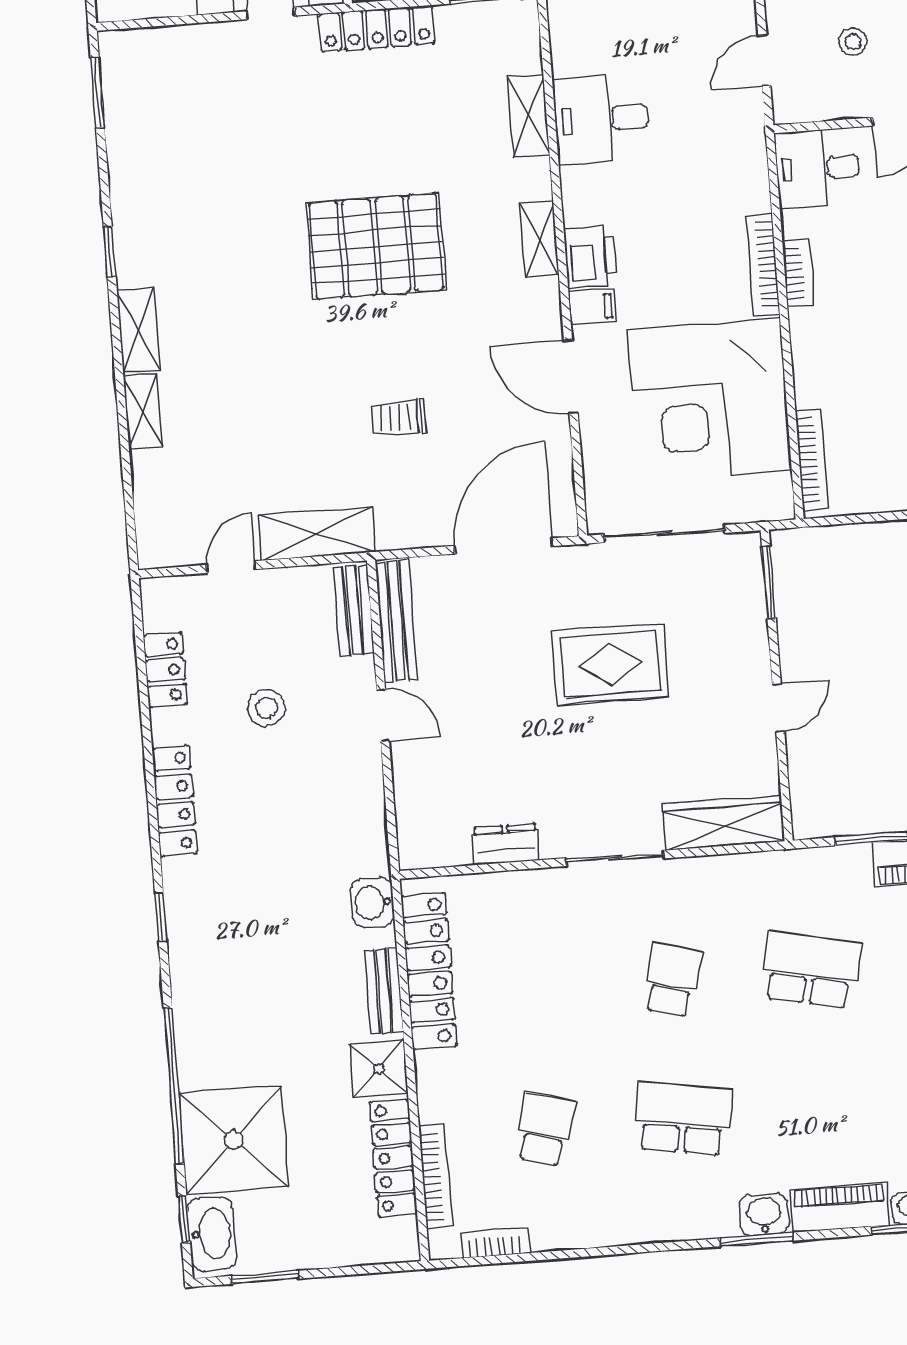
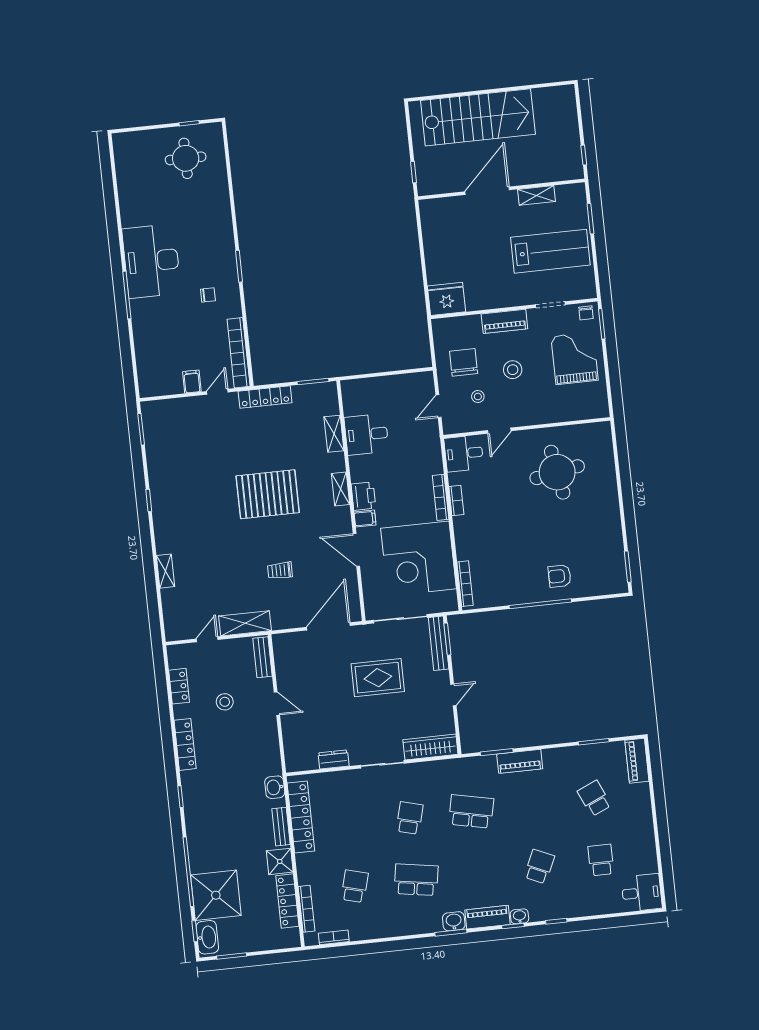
shelving: (138, 330) -> (163, 535), removed
bench: (396, 621) -> (439, 643), moved

